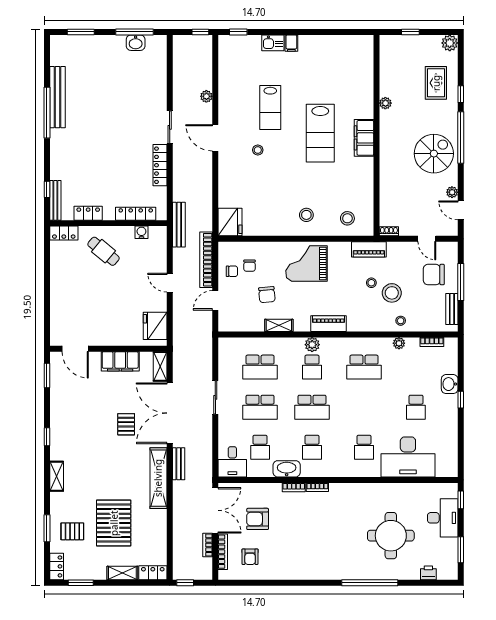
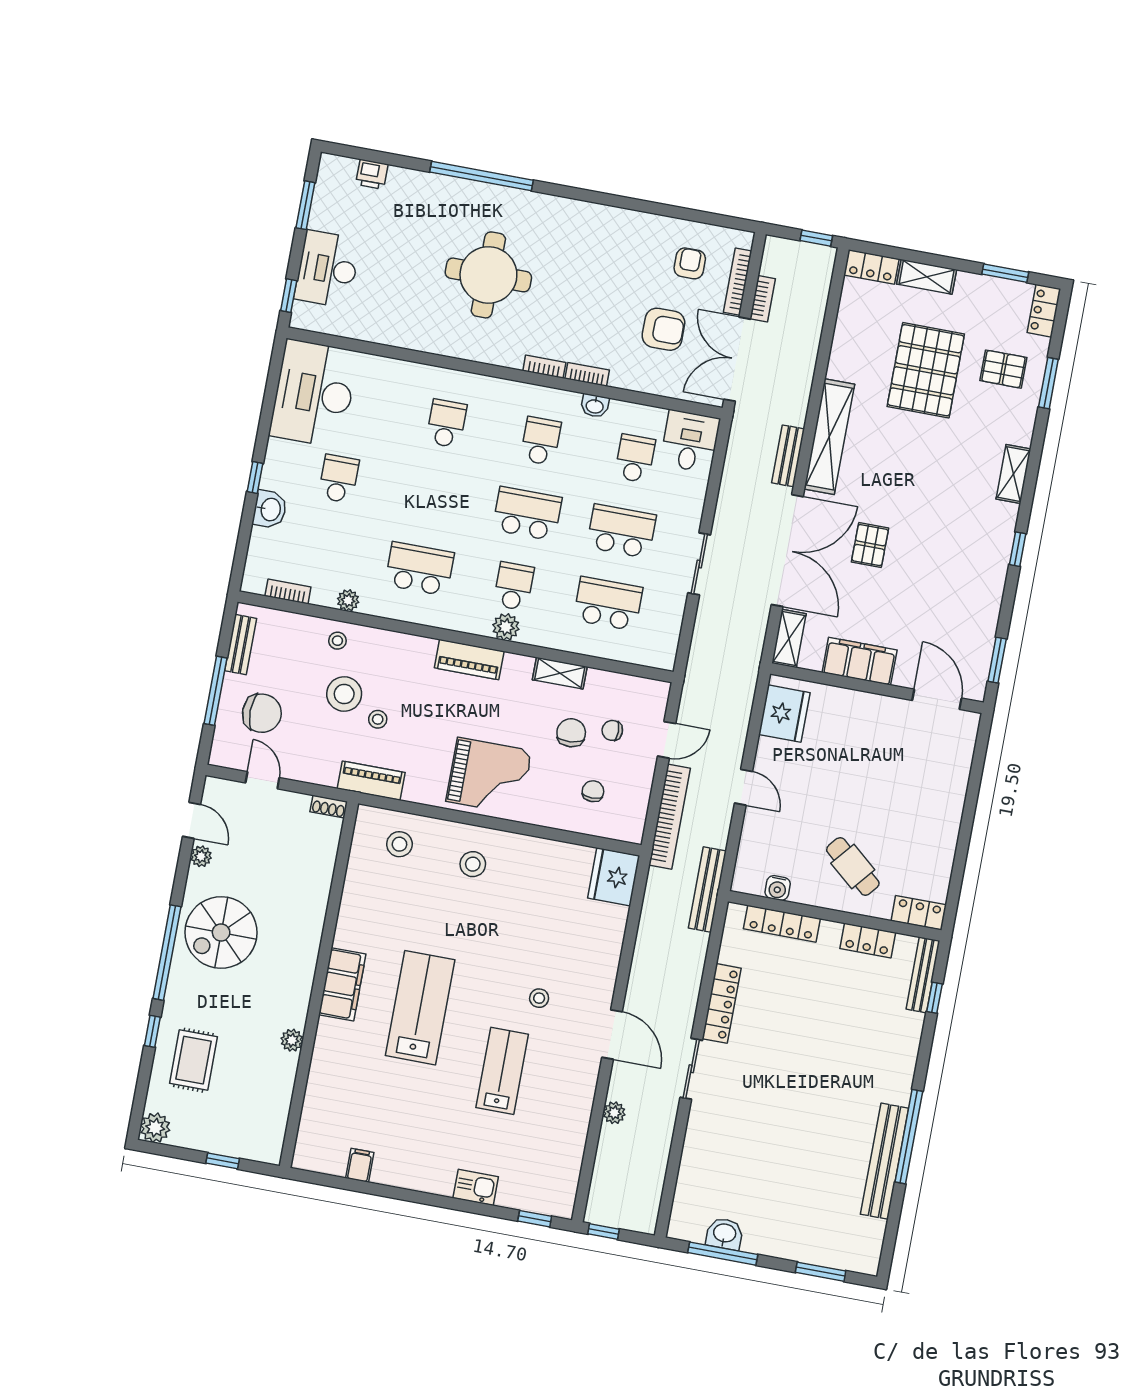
filing cabinet: (291, 43) -> (360, 1165), moved
chair: (232, 271) -> (612, 730), moved
desk: (408, 457) -> (314, 393), moved, turned -90
washbasin: (287, 469) -> (595, 406), width x0.52, depth x0.69
round table: (391, 536) -> (488, 275), moved

